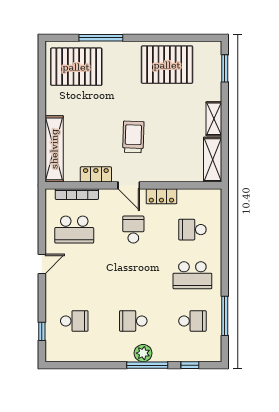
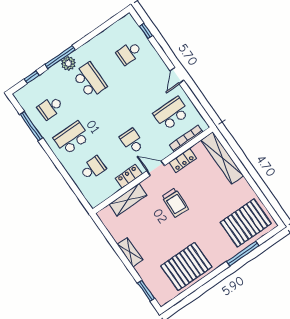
shelving: (213, 160) -> (128, 200), moved, turned 90
school desk: (133, 230) -> (132, 141), turned 180
school desk: (133, 321) -> (90, 80), width x1.85

